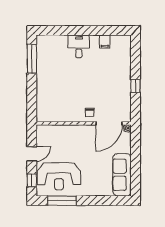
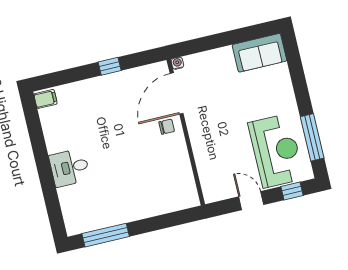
filing cabinet: (105, 41) -> (45, 99), moved
door: (109, 123) -> (177, 93), swing flipped
sofa: (122, 175) -> (259, 53), width x0.73

